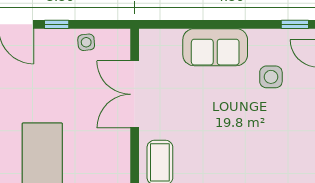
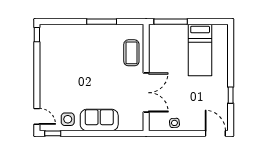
window: (57, 24) -> (192, 133), removed
side table: (271, 77) -> (68, 119), moved

